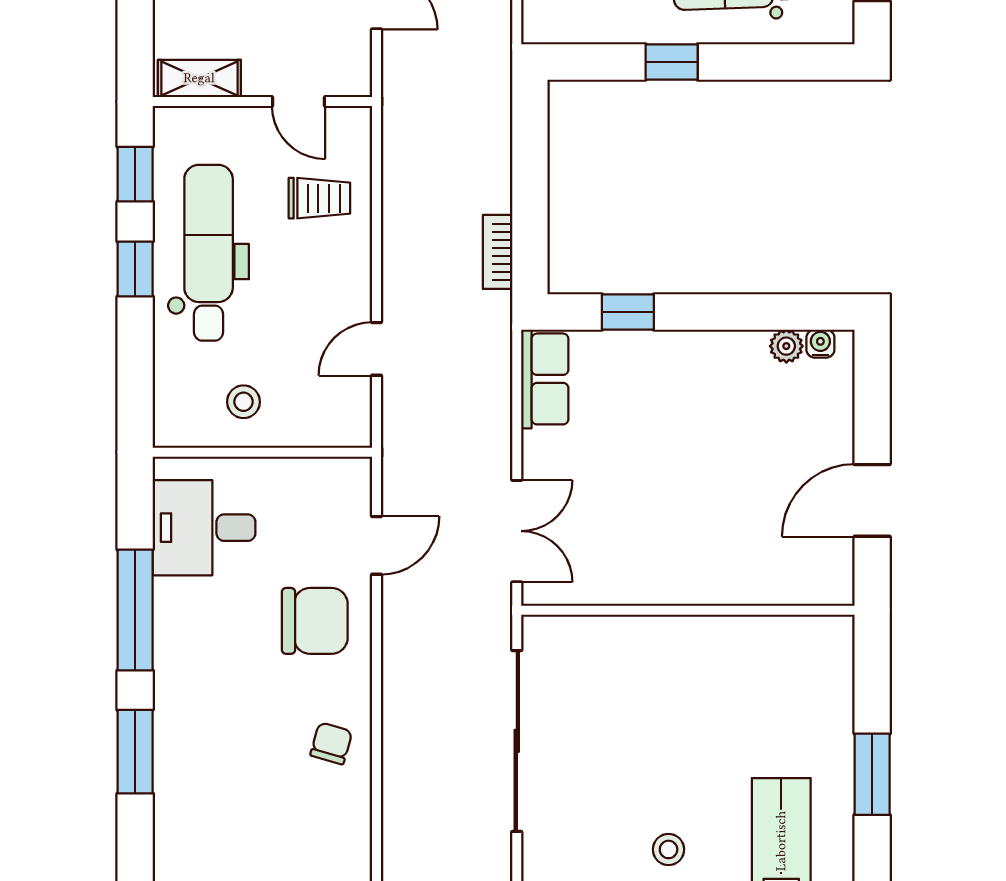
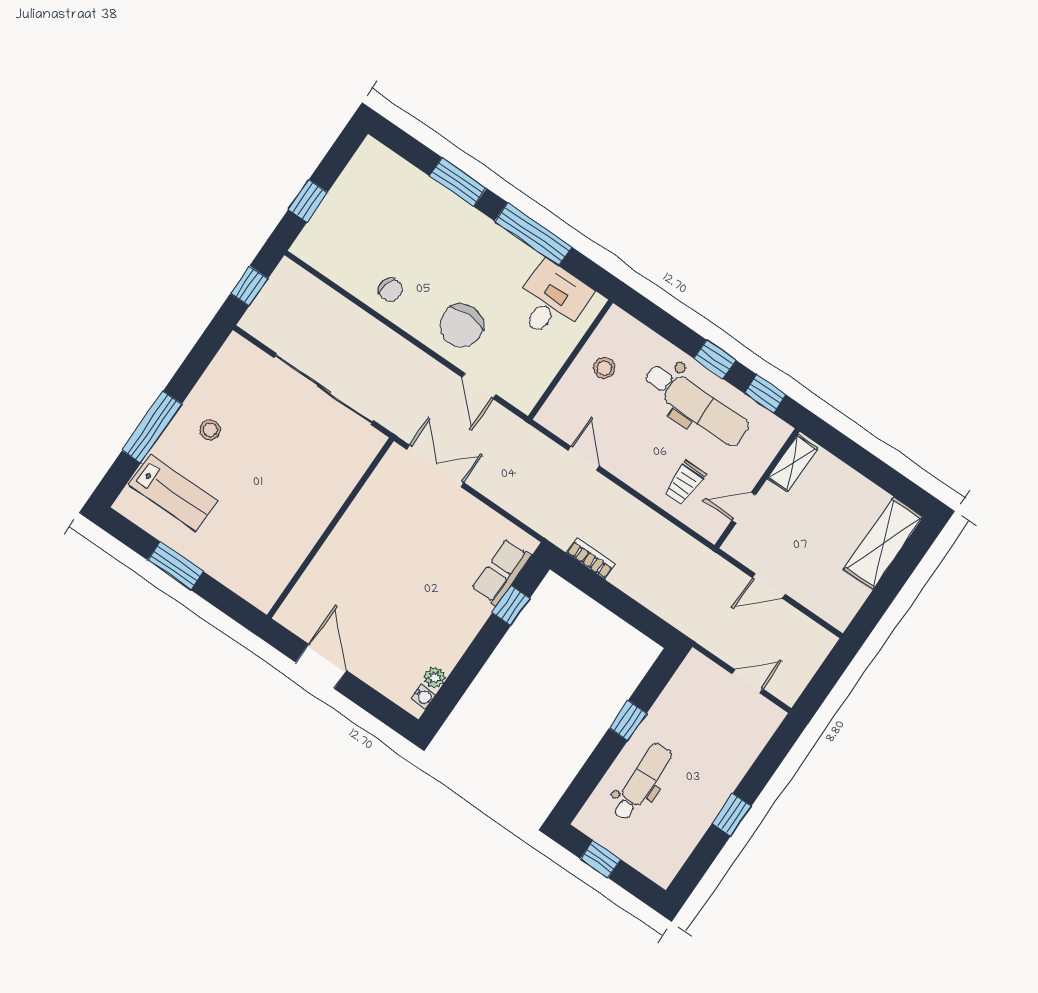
row of seats: (545, 379) -> (502, 572), moved, turned 90
double door: (517, 531) -> (435, 466), swing flipped

